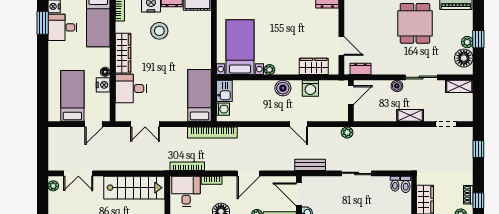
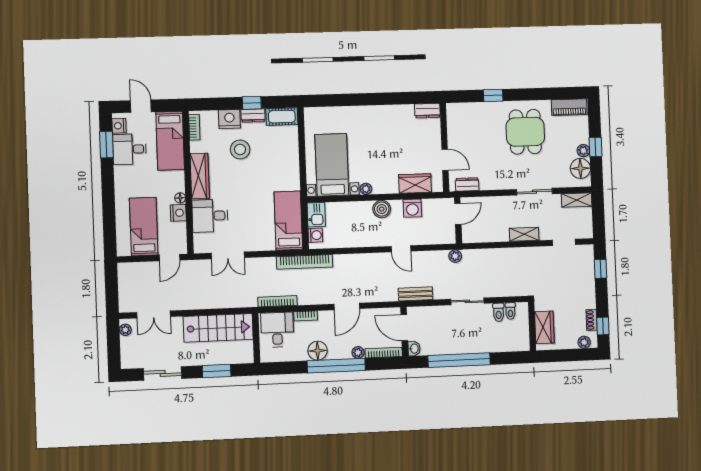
boiler: (397, 86) -> (508, 202), removed
toilet: (406, 184) -> (499, 312), moved

